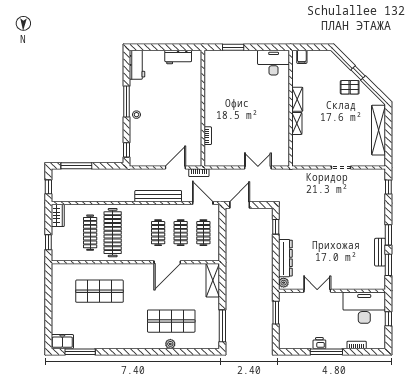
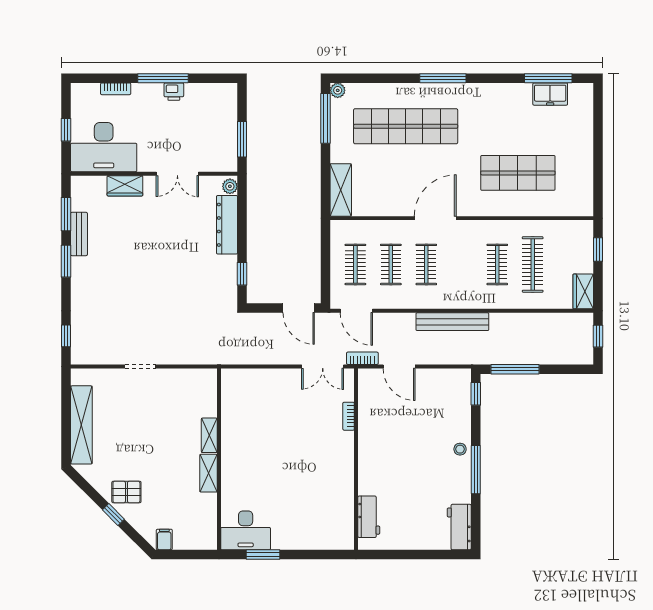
window: (233, 47) -> (263, 555), moved
workbench: (178, 57) -> (369, 517), moved, turned 90
filing cabinet: (302, 57) -> (164, 539), moved
window: (76, 166) -> (515, 369), moved
door: (175, 167) -> (399, 366), hinge flipped
double door: (258, 167) -> (323, 366), moved
bench: (158, 196) -> (452, 322), moved
door: (240, 205) -> (299, 308), hinge flipped
clothes rail: (113, 233) -> (497, 264), width x0.54, depth x0.76
door: (167, 262) -> (435, 218), moved
wardrobe: (351, 283) -> (125, 186), added
shop shelf: (171, 321) -> (406, 126), width x1.40
freezer: (62, 342) -> (550, 94), moved
plant: (170, 344) -> (338, 90), moved
window: (147, 352) -> (443, 78), added

